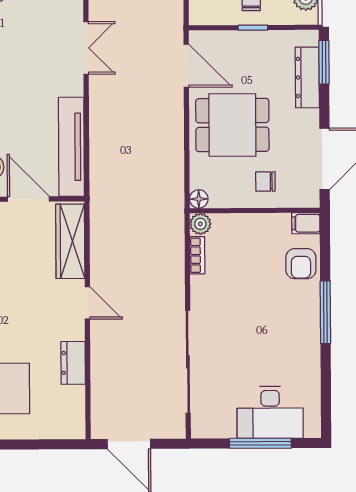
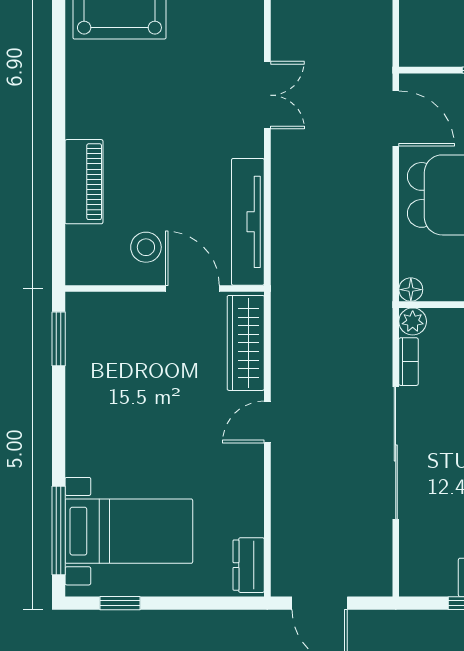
door: (87, 303) -> (267, 422), swing flipped
sliding door: (188, 362) -> (396, 453), moved
dresser: (73, 363) -> (249, 565), moved

